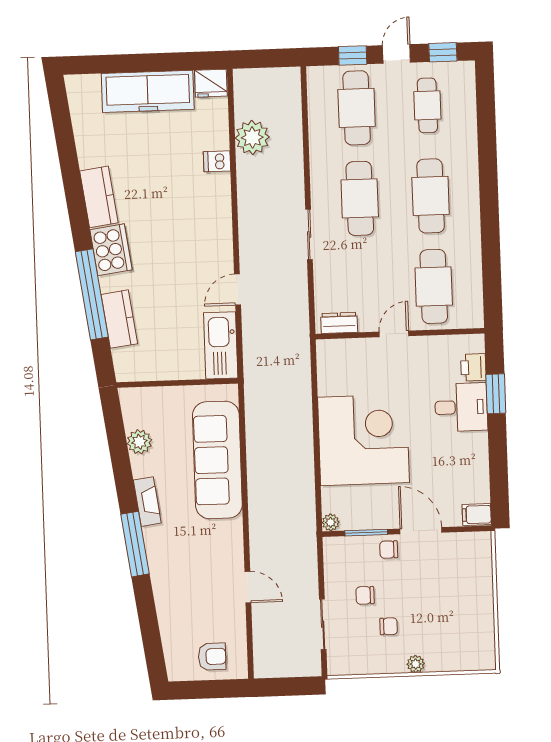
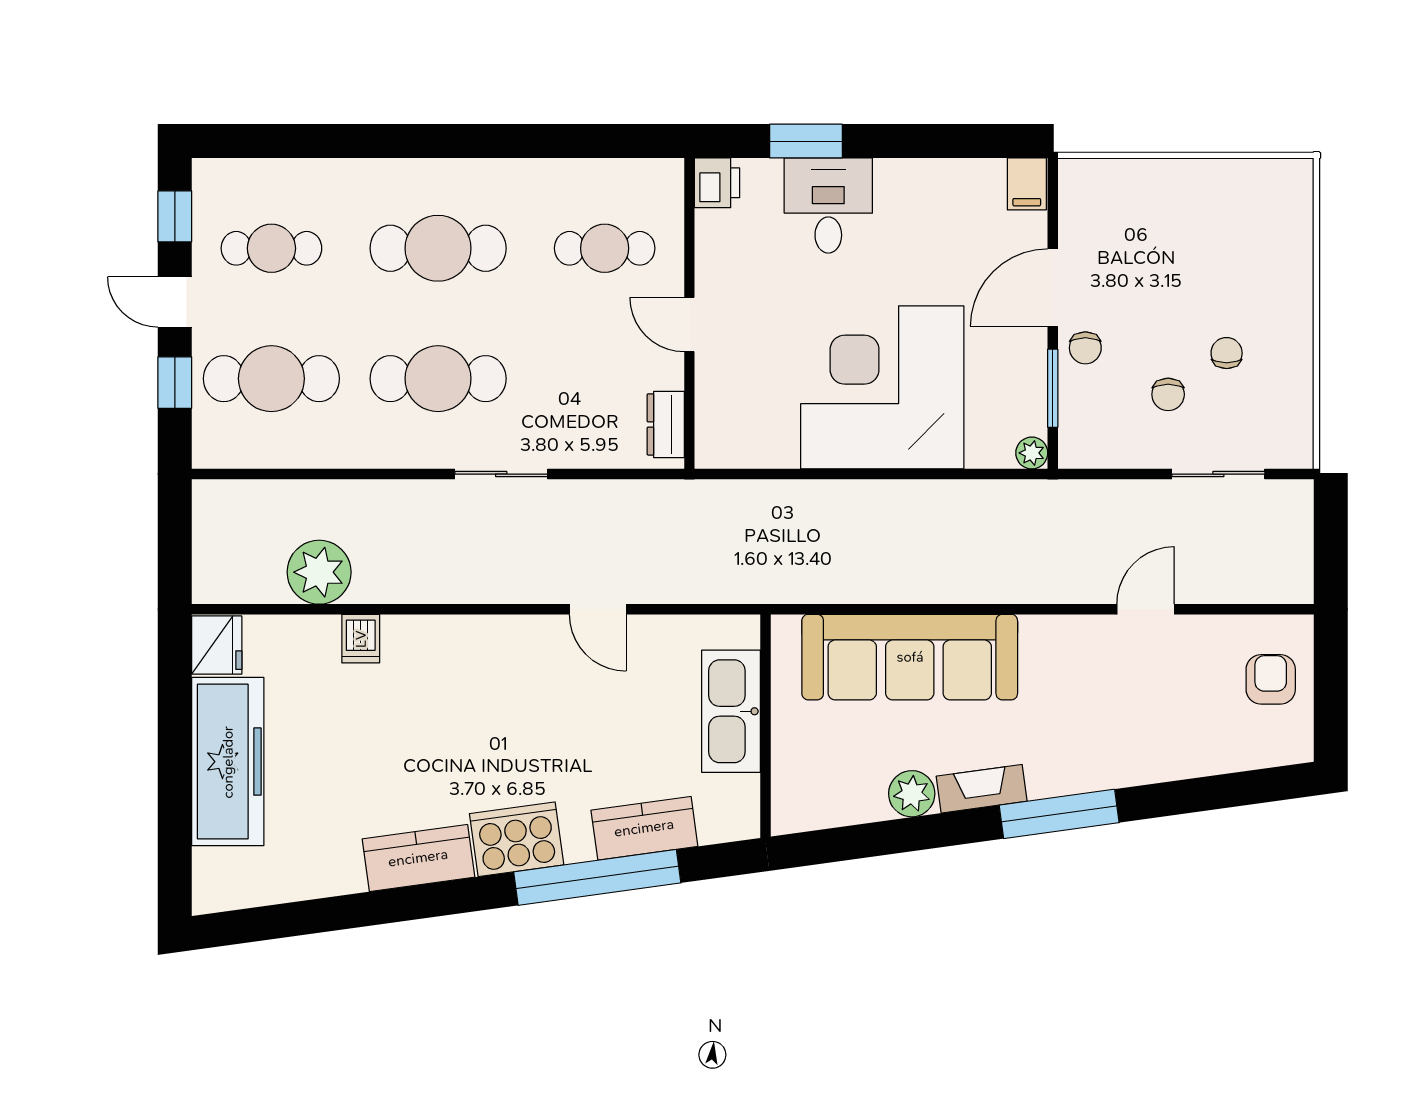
cafe table: (434, 286) -> (605, 248), width x0.73, depth x0.74
kitchen sink: (221, 345) -> (731, 711), moved, turned 90
printer: (473, 367) -> (717, 183), moved, turned -90
plant: (139, 442) -> (912, 794), moved
plant: (416, 664) -> (1297, 306), removed

